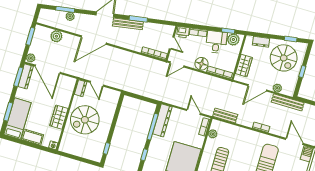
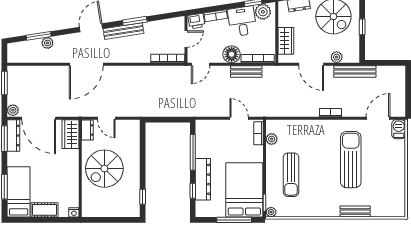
plant: (56, 36) -> (37, 73), removed
door: (172, 43) -> (186, 39), hinge flipped
door: (257, 88) -> (311, 64), hinge flipped
bench: (225, 115) -> (246, 71), moved
wardrobe: (59, 117) -> (71, 134), moved
dresser: (162, 120) -> (203, 179), moved
door: (294, 141) -> (378, 118), hinge flipped

